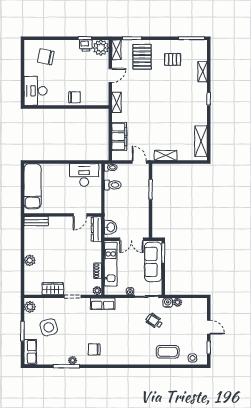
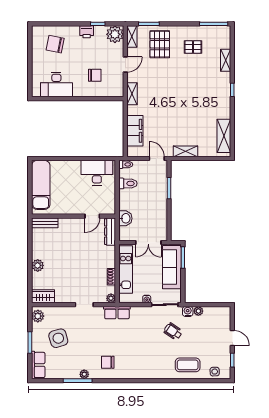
printer: (86, 45) -> (87, 32), moved
desk: (36, 91) -> (56, 85), moved, turned -90
chair: (74, 97) -> (95, 75), moved
washbasin: (110, 227) -> (125, 218), moved
wardrobe: (53, 289) -> (43, 296), moved

